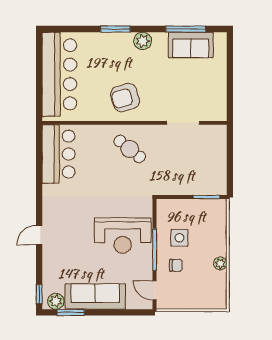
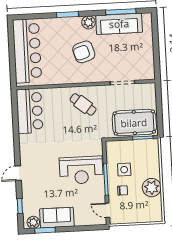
sofa: (191, 45) -> (119, 24), width x1.36
armchair: (125, 98) -> (84, 52), moved
pool table: (196, 176) -> (134, 123), added
plant: (220, 263) -> (152, 188), width x1.88, depth x1.88
window: (39, 294) -> (20, 206), moved
sofa: (95, 297) -> (57, 218), width x0.73

